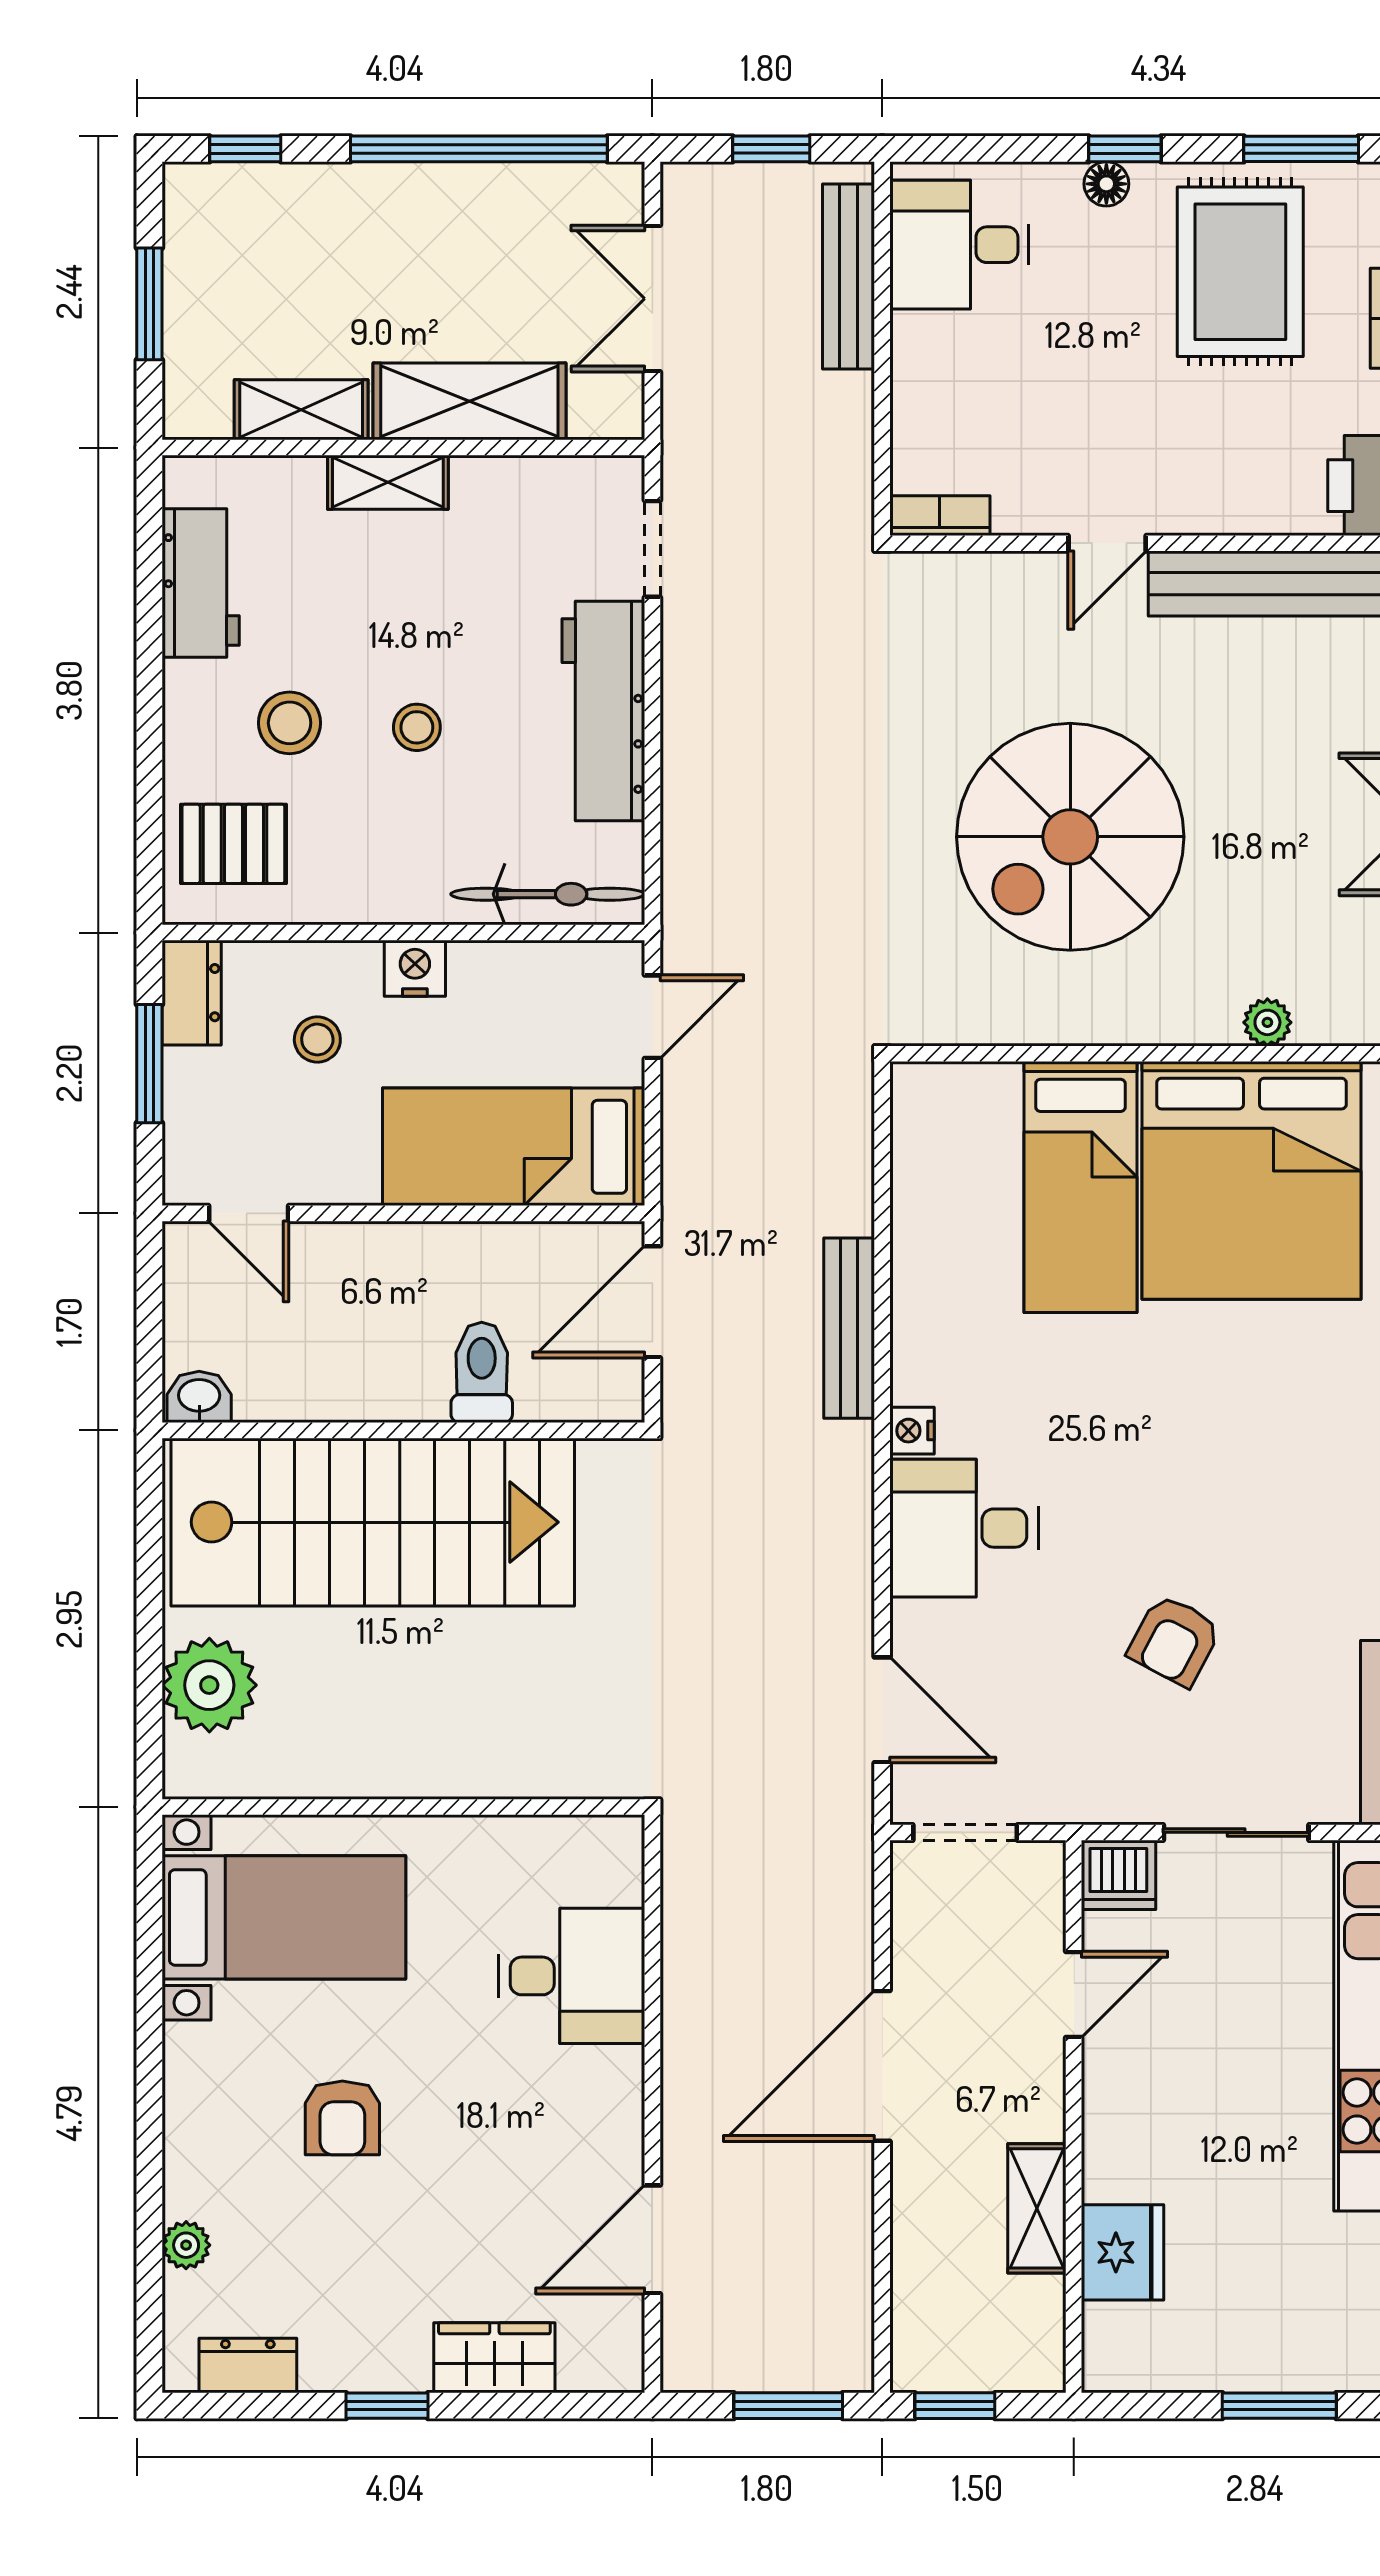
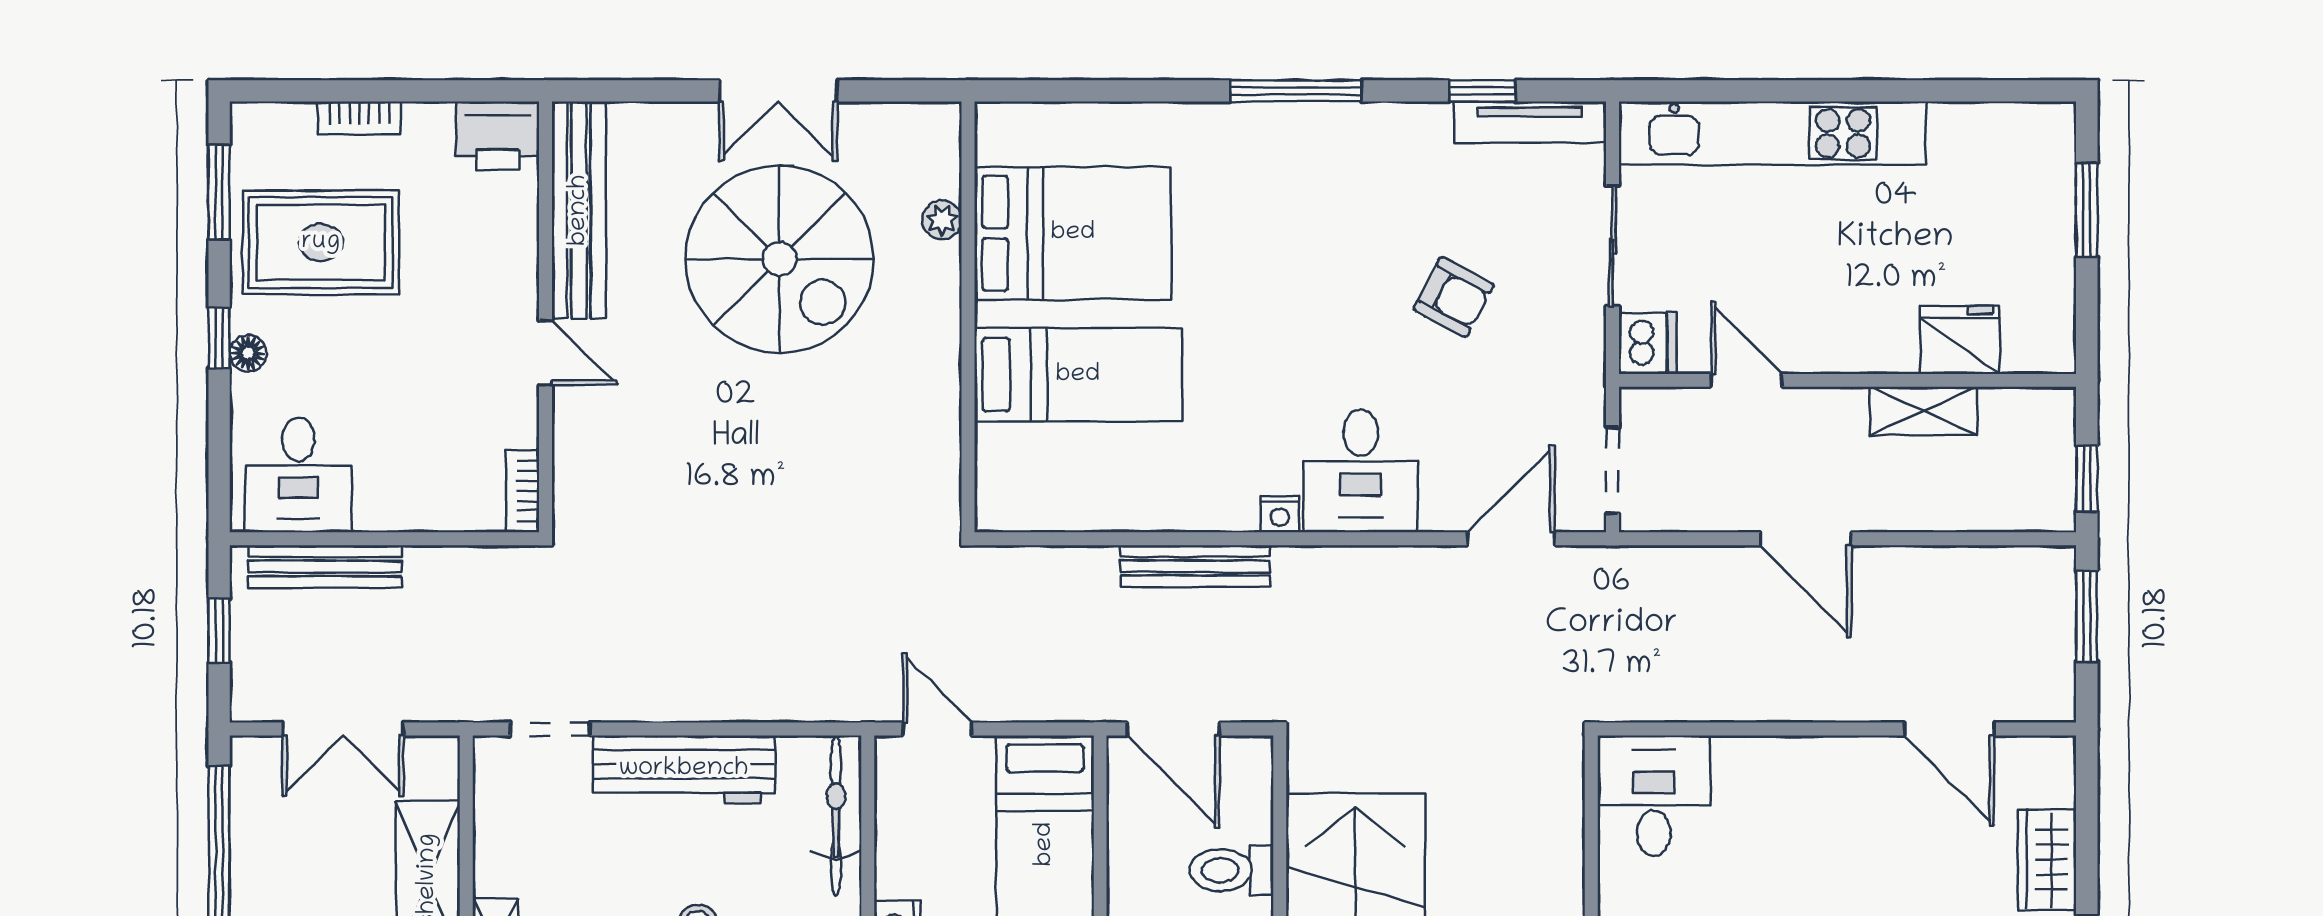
spiral stairs: (1070, 837) -> (779, 259), moved
bed: (1251, 1180) -> (1073, 233), width x0.73
desk: (572, 1976) -> (1654, 796), moved
door: (882, 2066) -> (1806, 539), width x0.73

